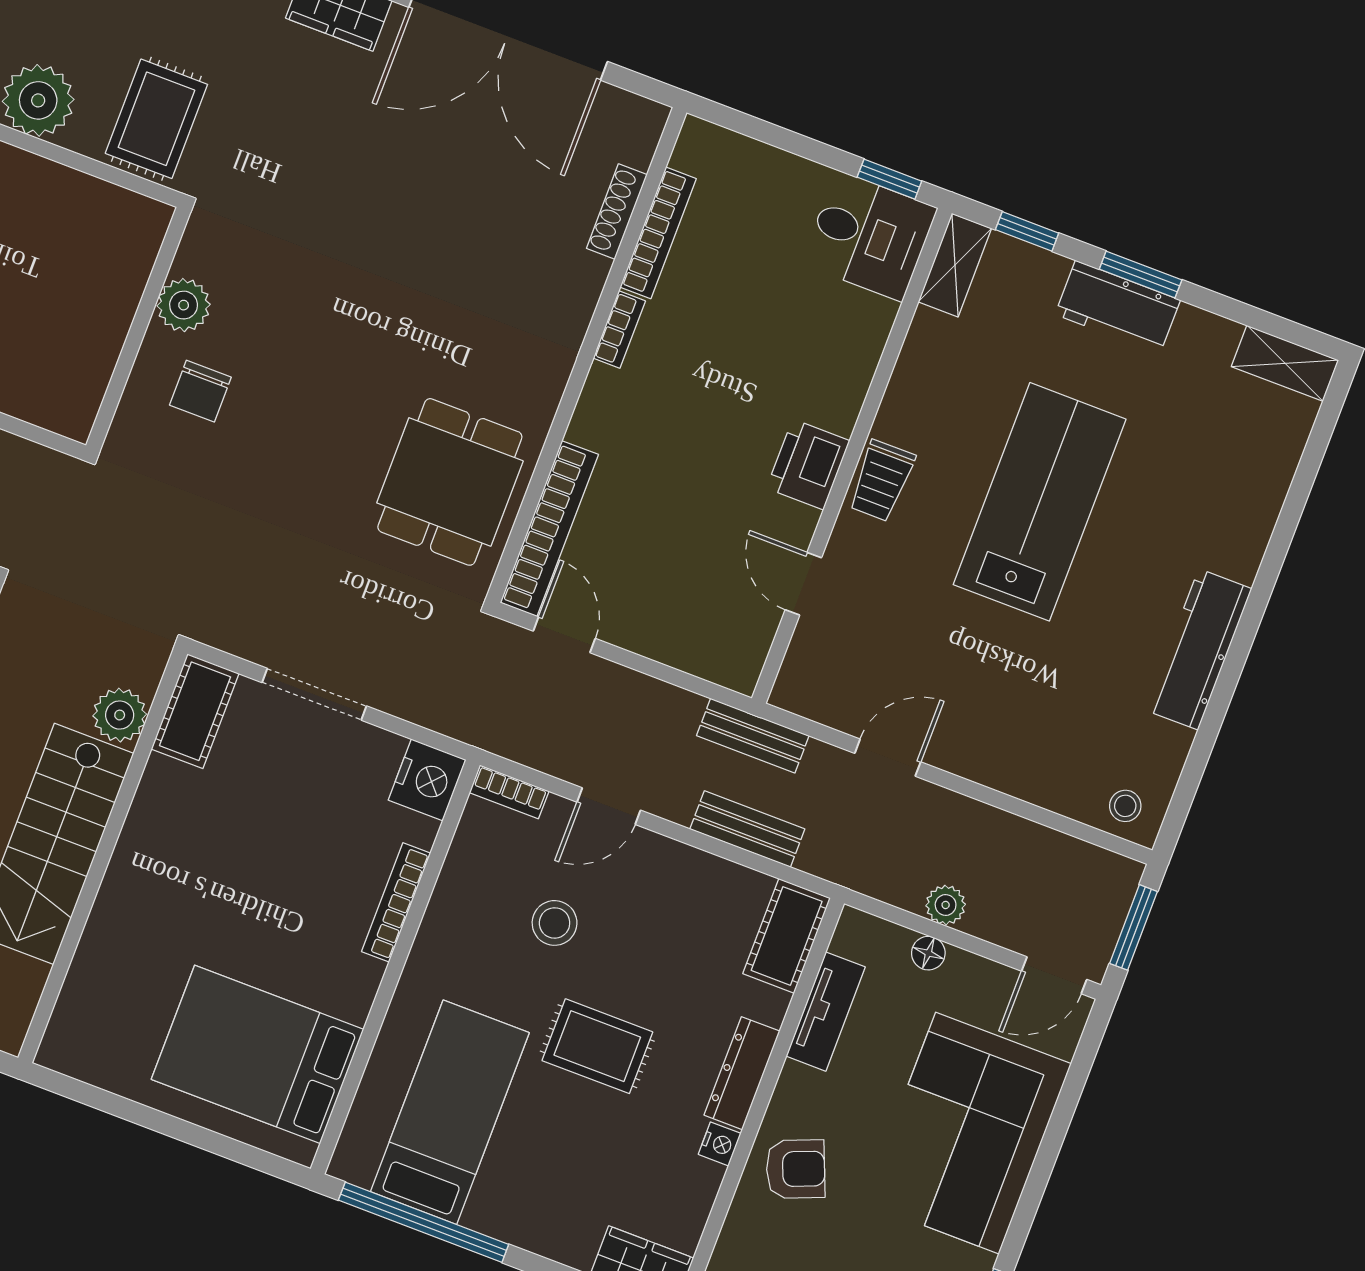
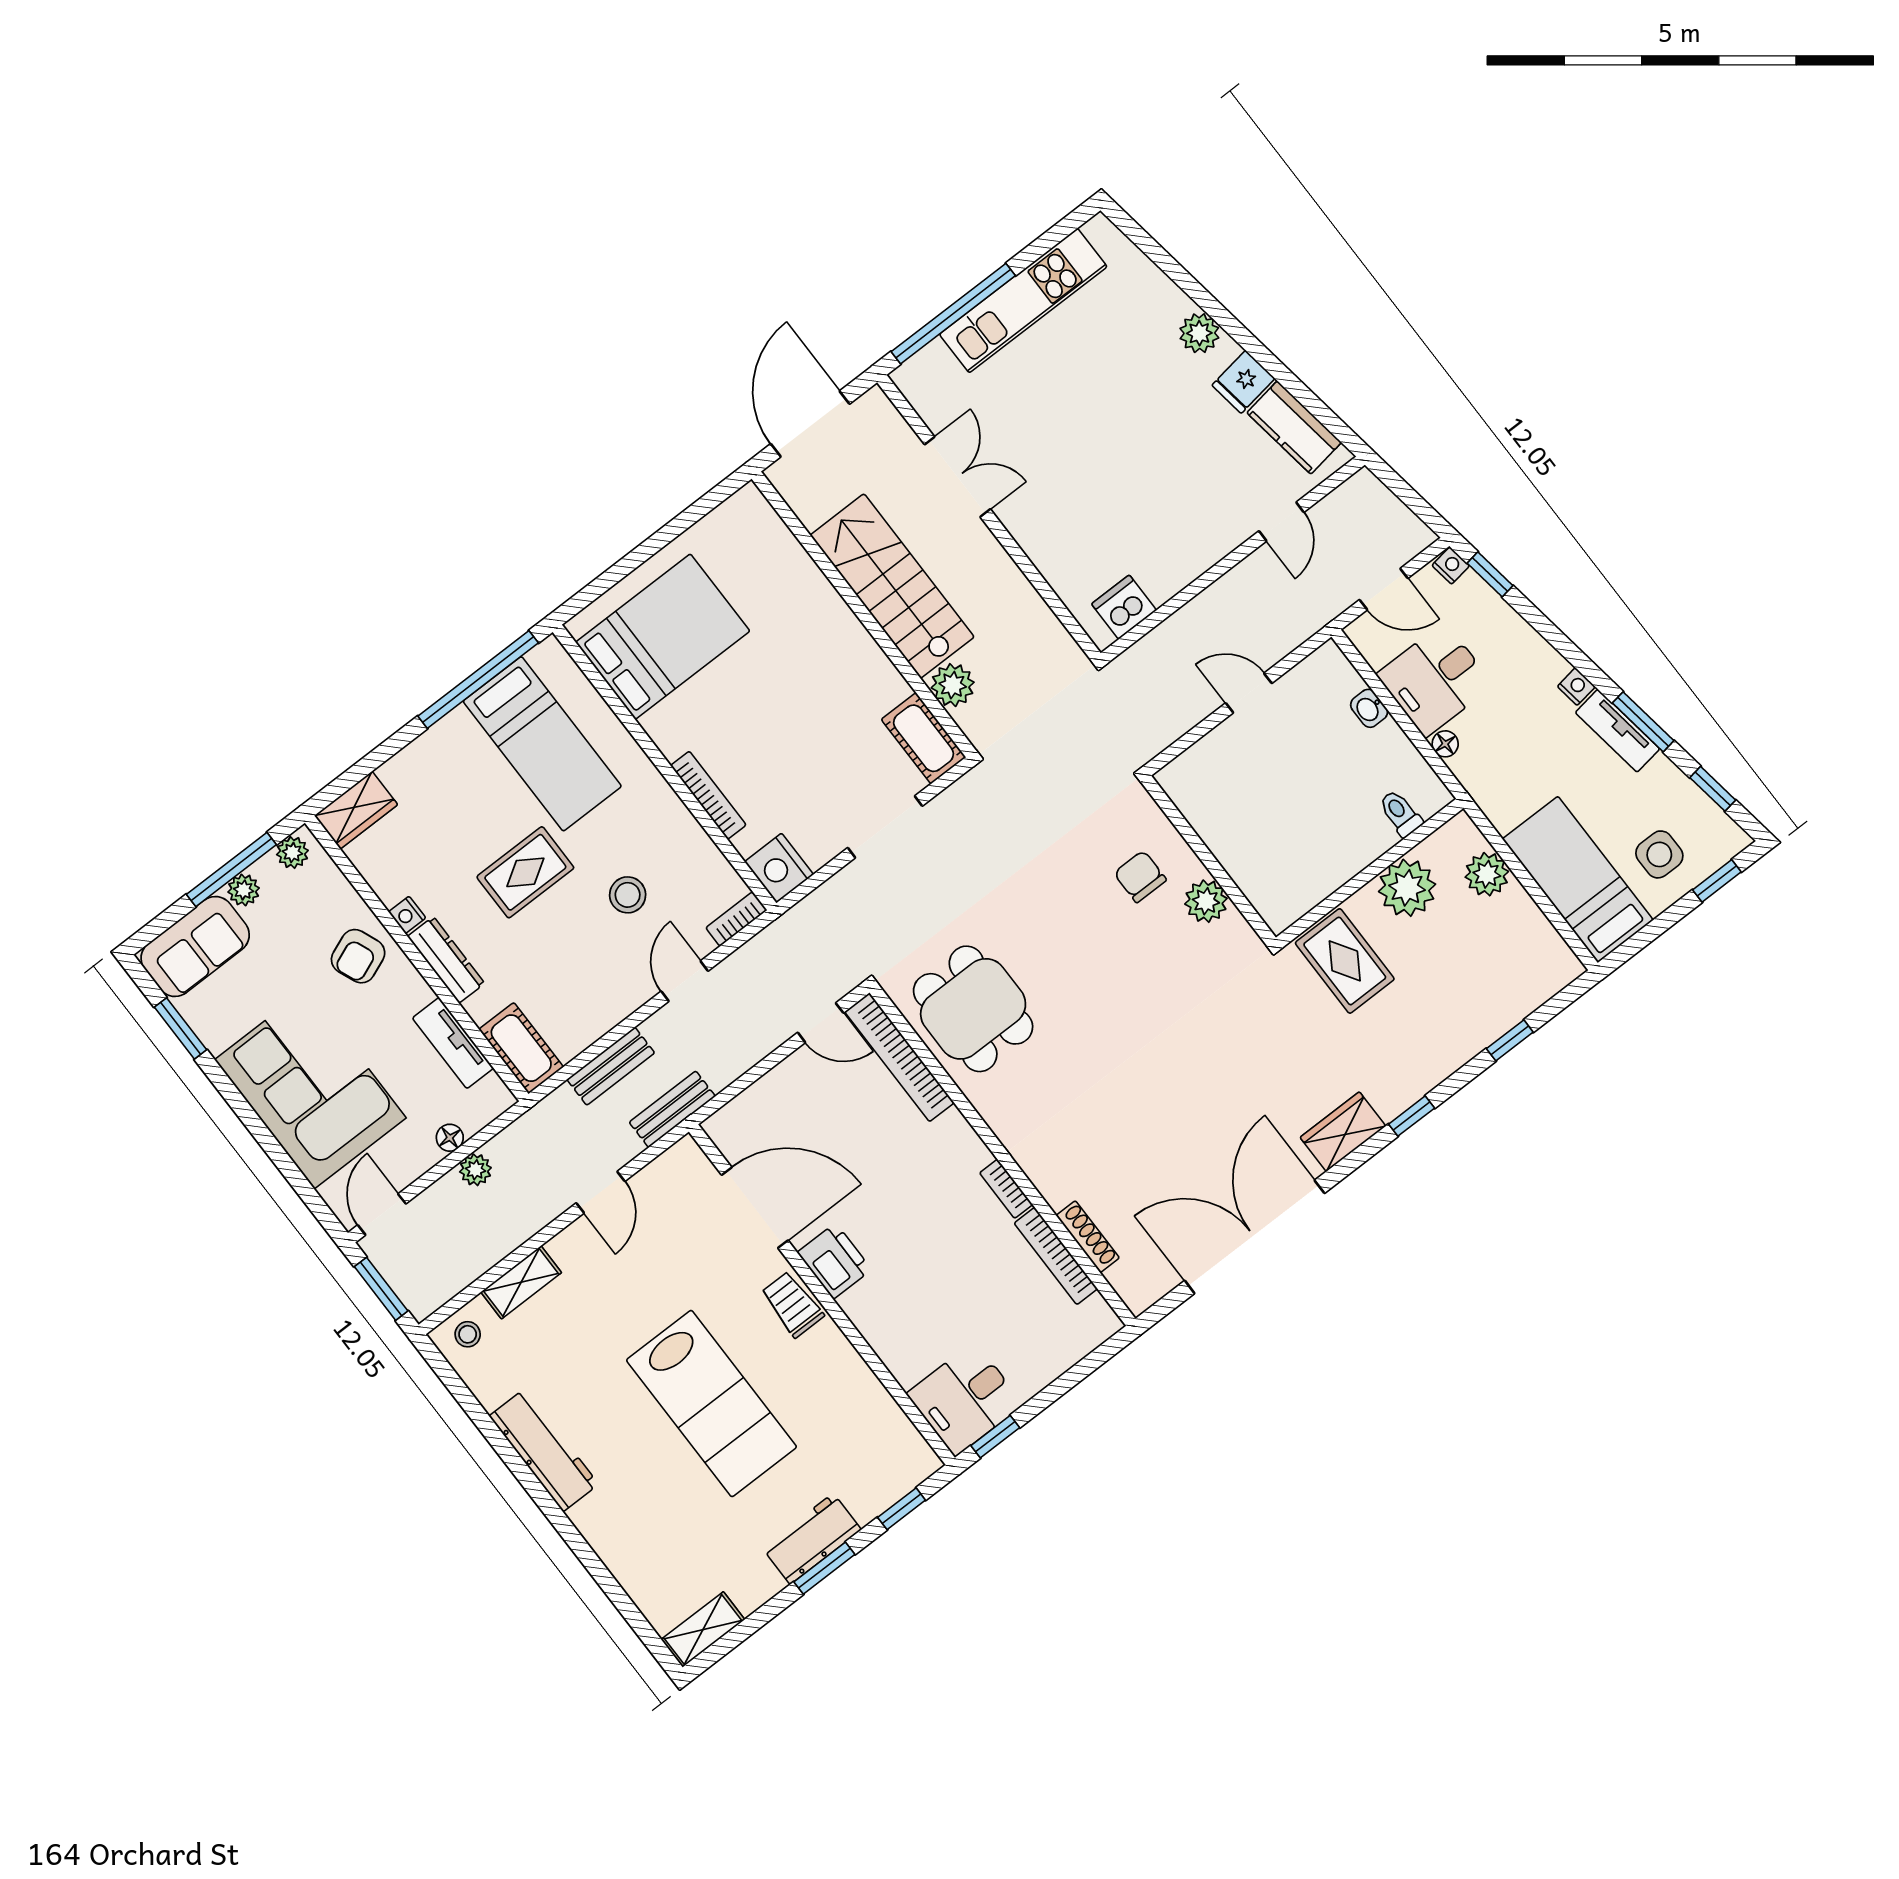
shelving: (955, 265) -> (521, 1282), moved, turned 90
door: (803, 584) -> (755, 1208), width x1.88

